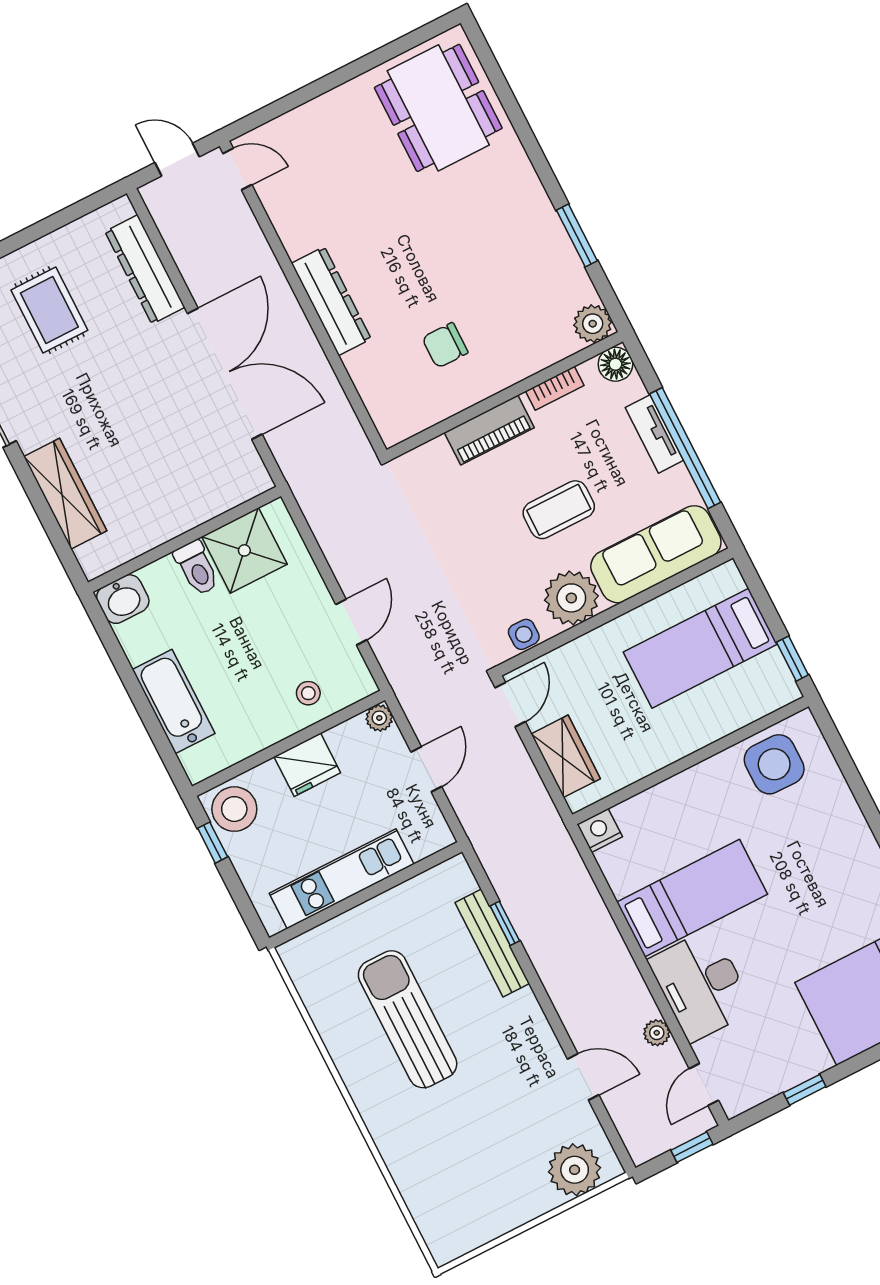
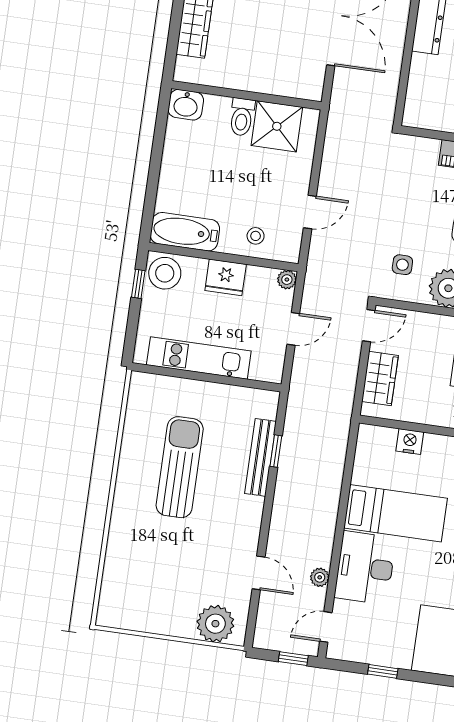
side table: (524, 634) -> (402, 265), moved
bathtub: (174, 701) -> (185, 232), moved, turned -90
nightstand: (600, 831) -> (410, 442), moved

